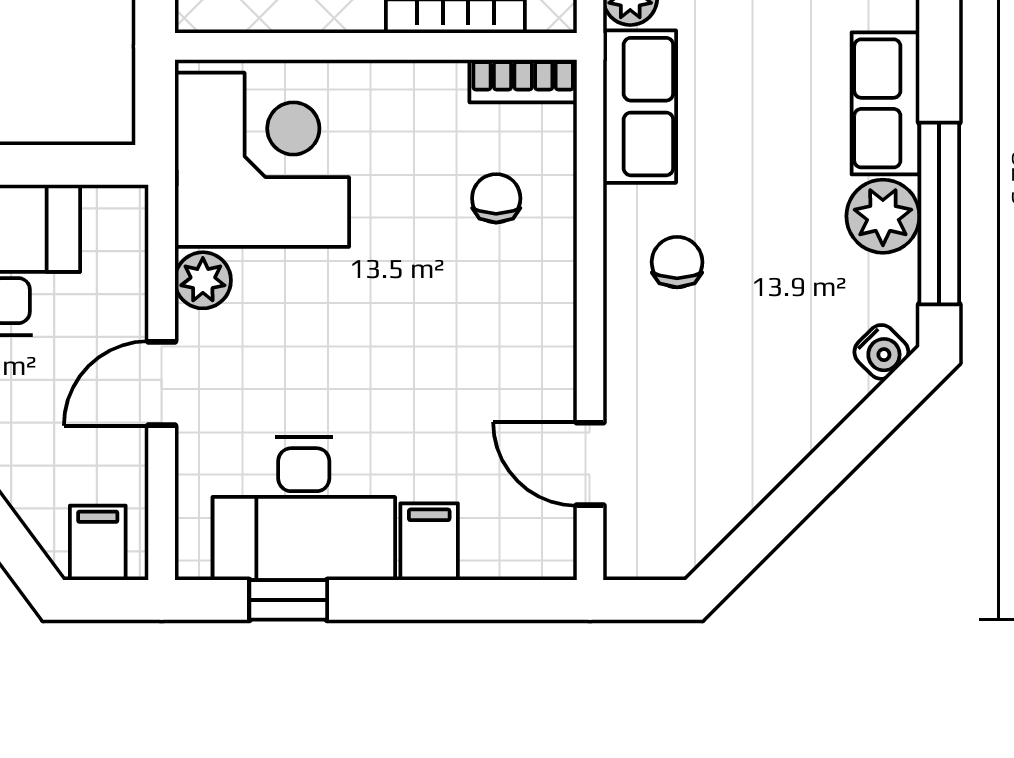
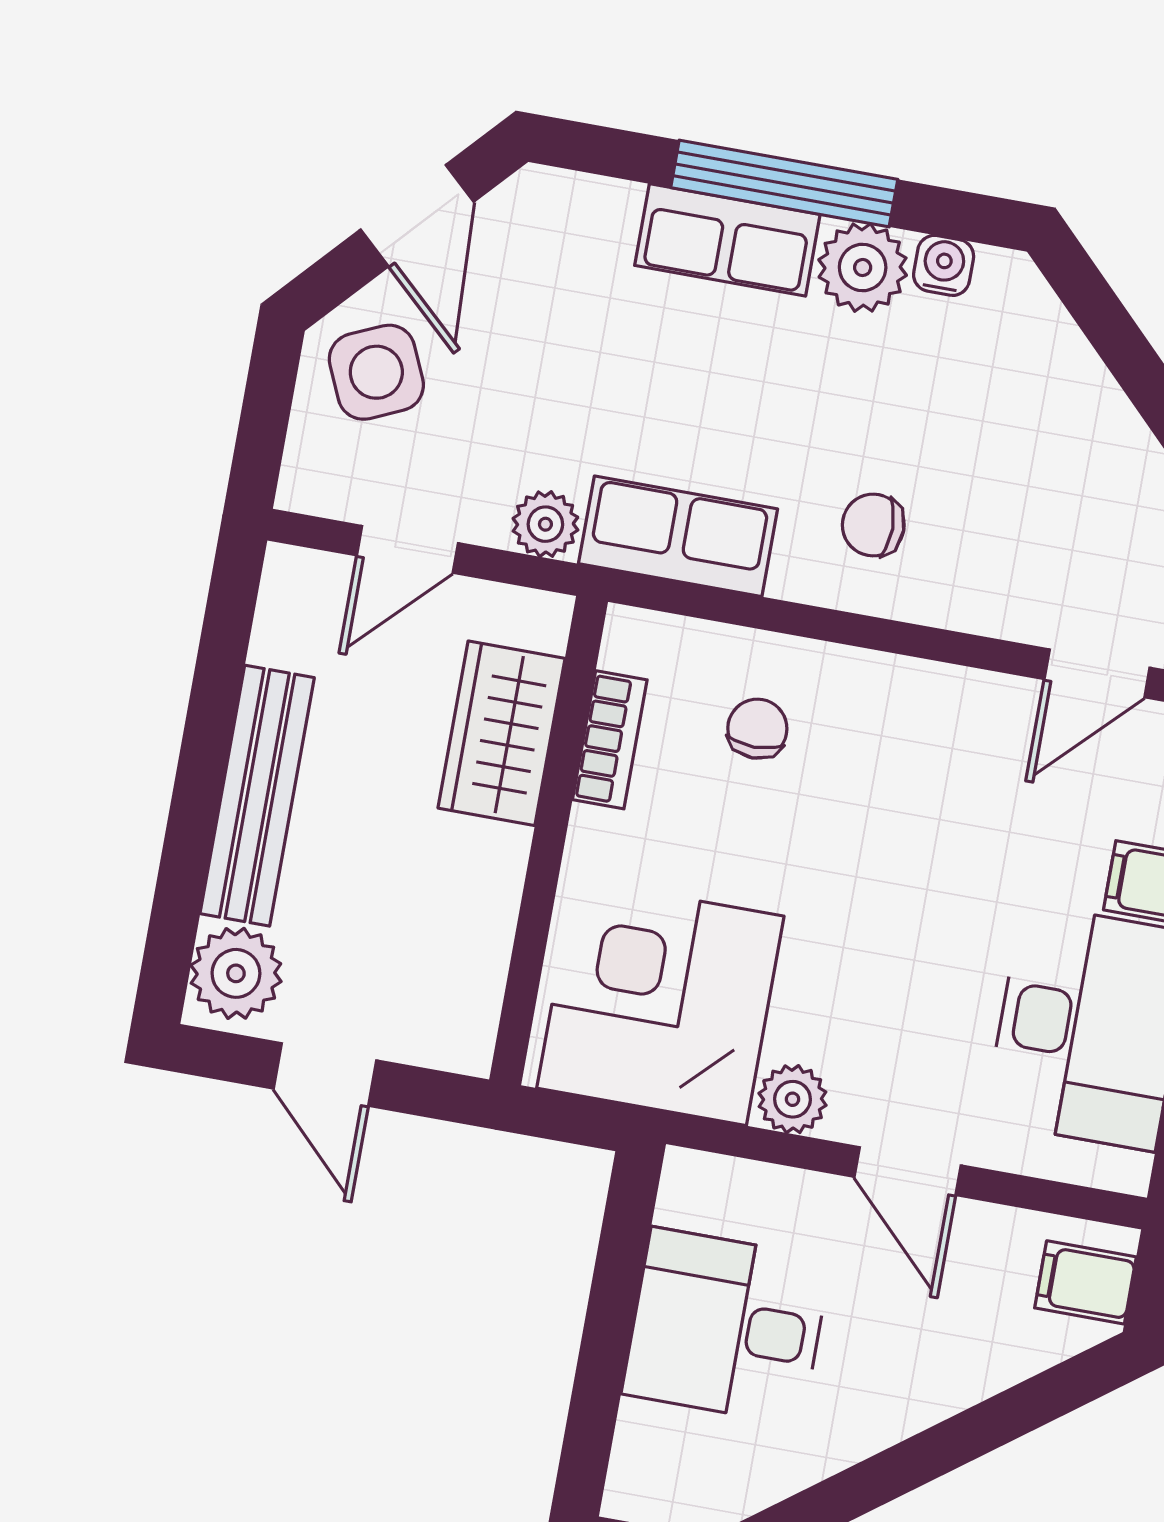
bookcase: (523, 81) -> (610, 740), moved
chair: (496, 198) -> (757, 729), turned 90
window: (939, 213) -> (784, 183), moved
water cooler: (881, 352) -> (944, 265), moved, turned -45

